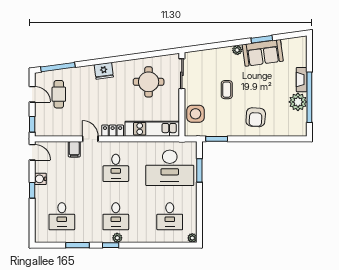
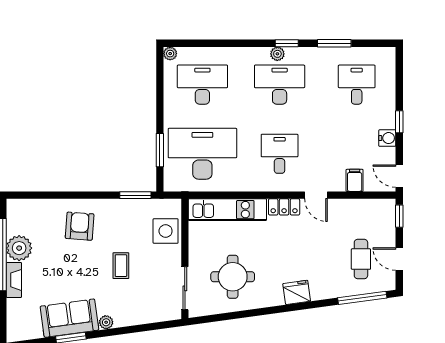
filing cabinet: (74, 149) -> (355, 180), moved
desk: (116, 216) -> (280, 85), width x1.37
desk: (170, 216) -> (202, 85), width x1.37

